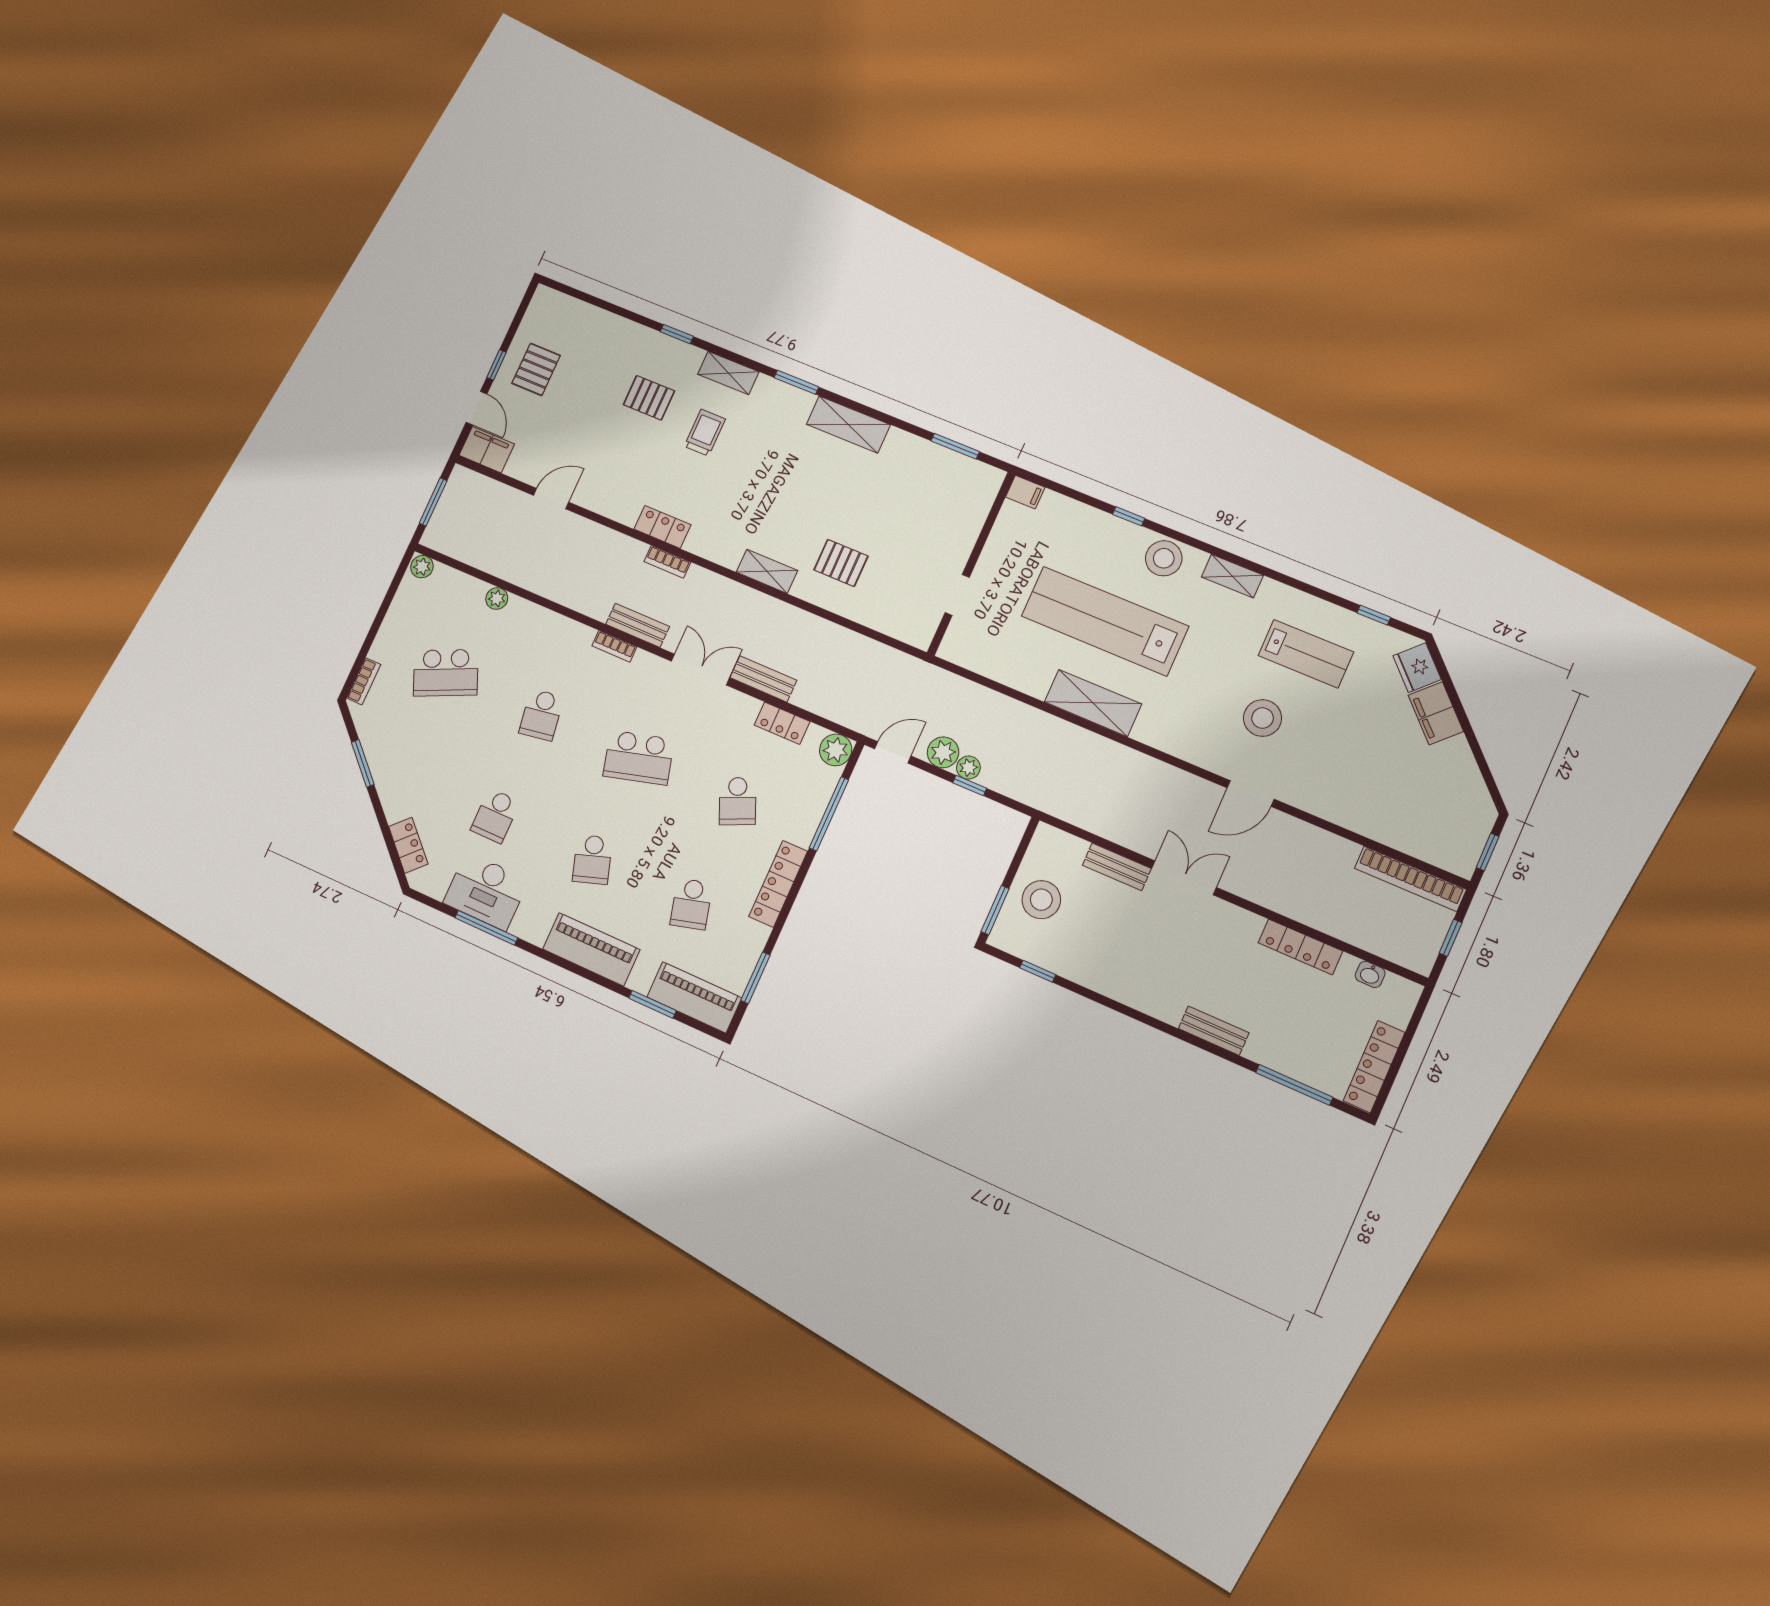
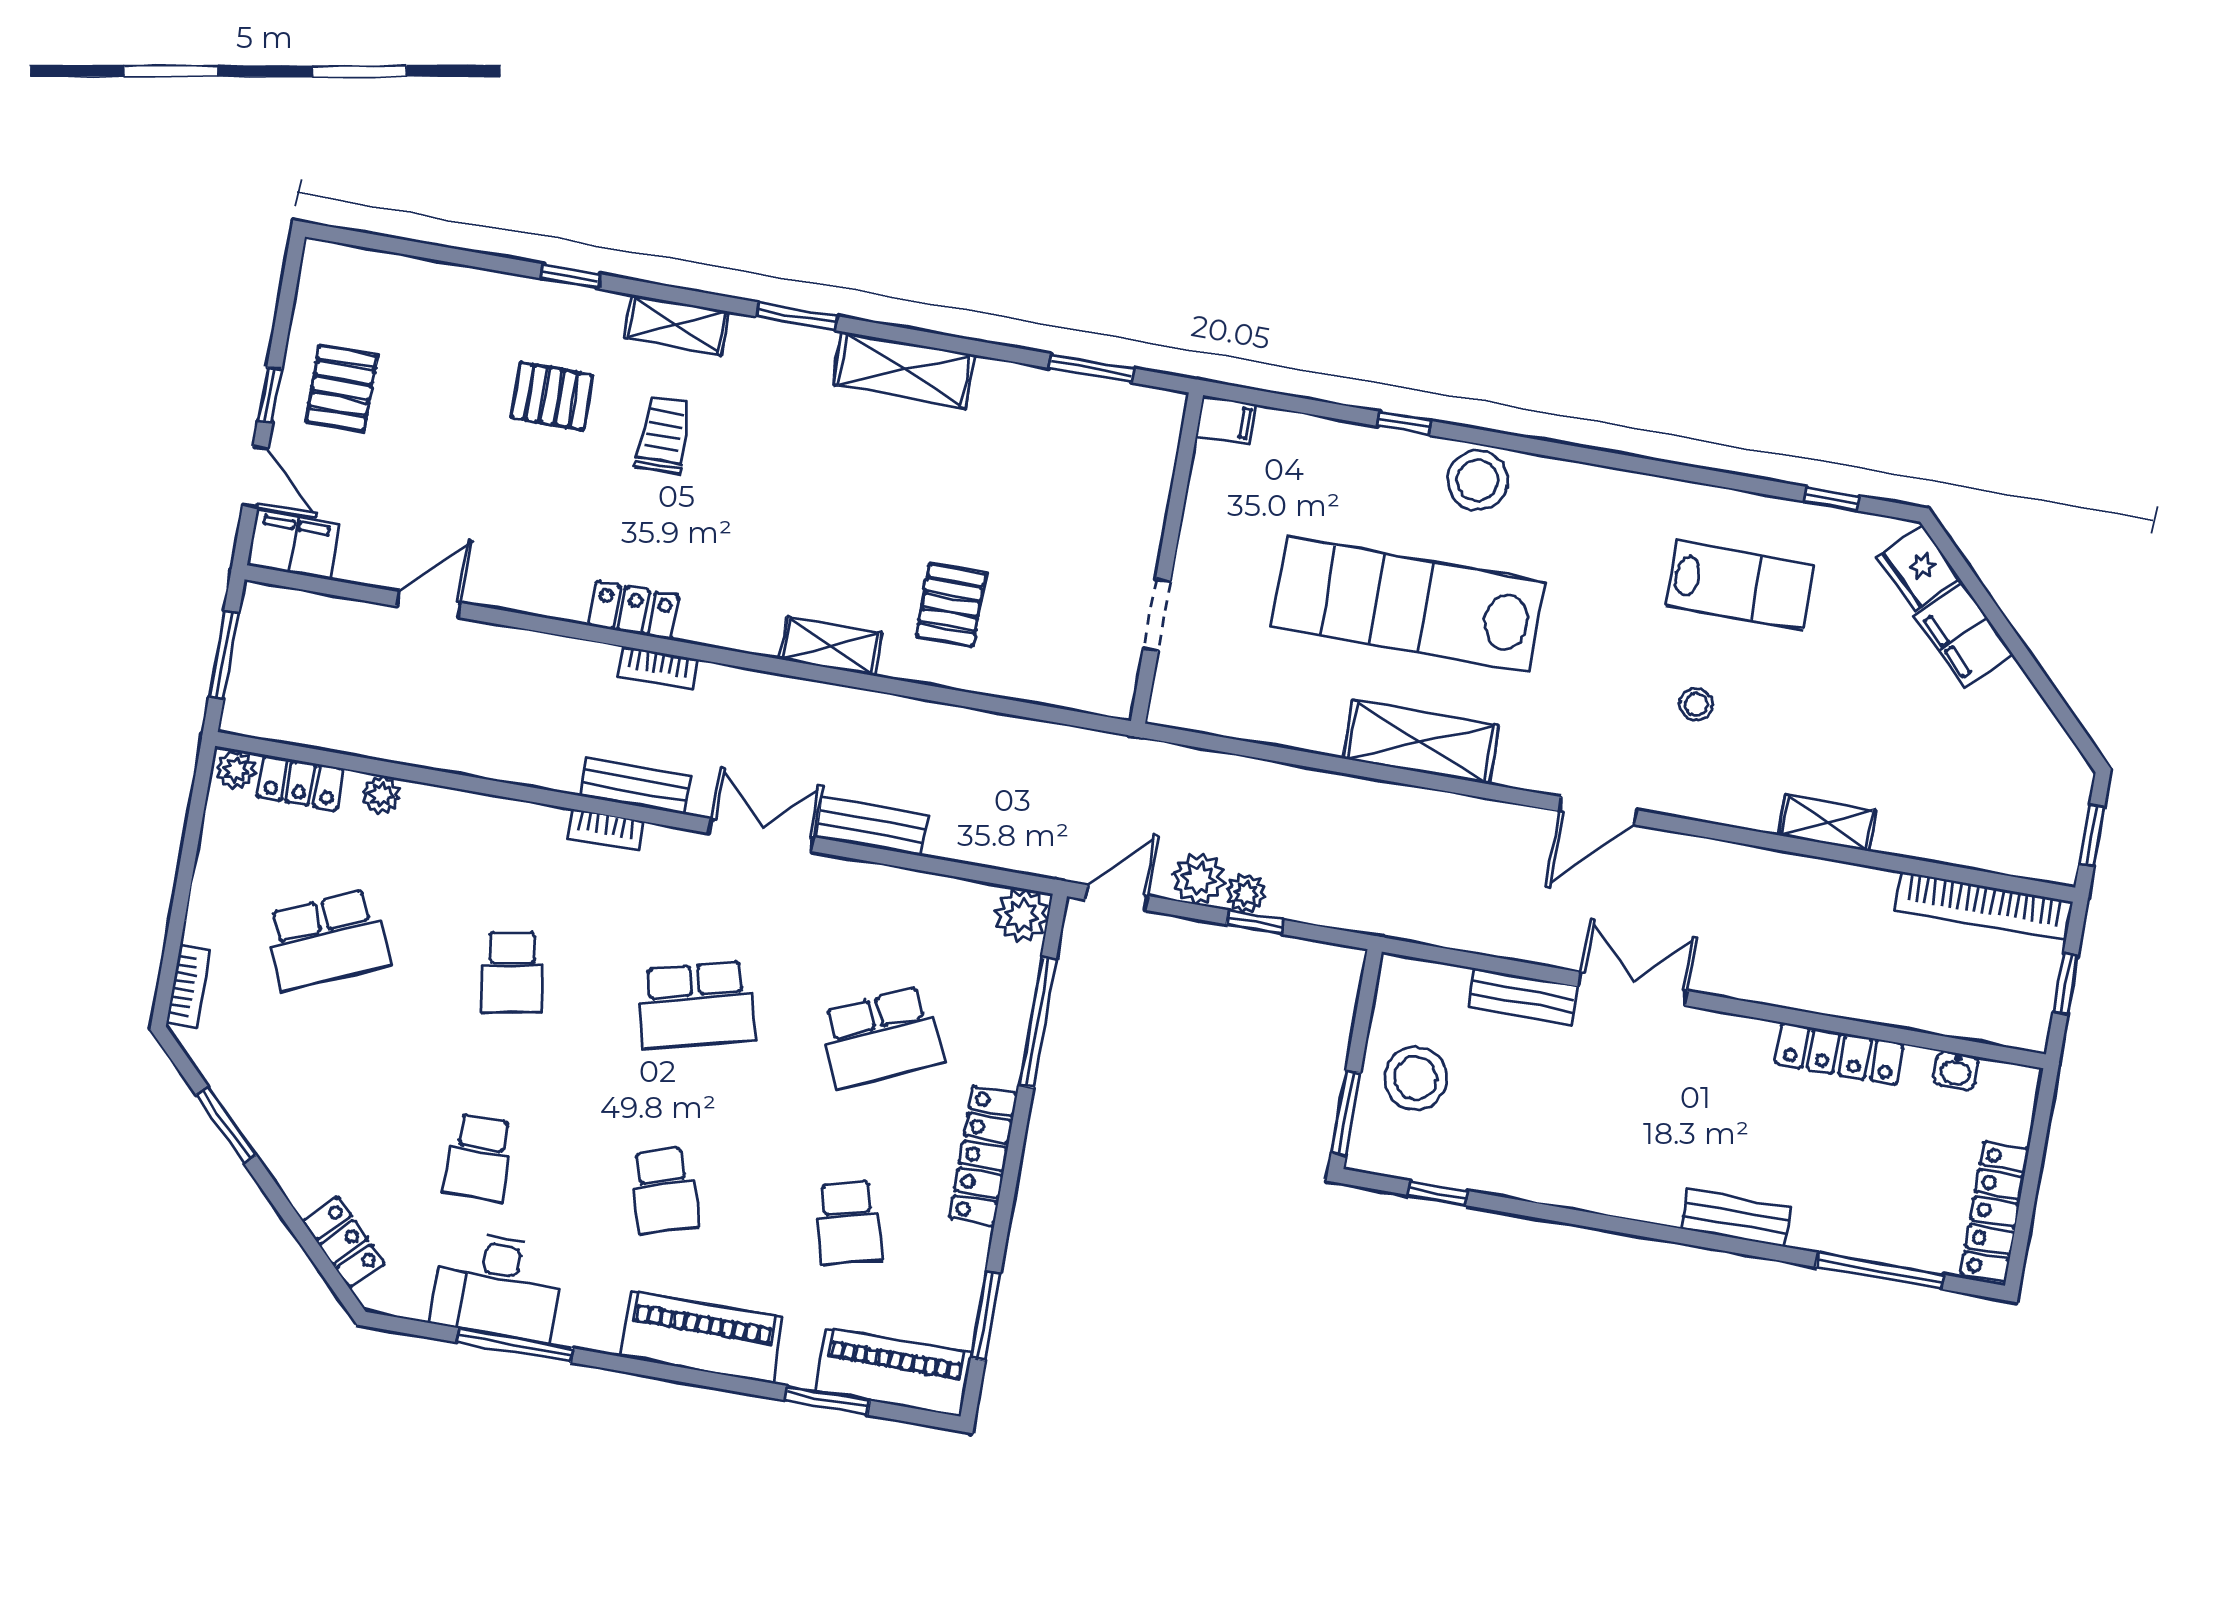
pallet: (841, 563) -> (951, 605), turned 90
shelving: (1232, 576) -> (1827, 823), moved
stool: (1263, 718) -> (1696, 704), width x0.53, depth x0.53
locker: (782, 723) -> (301, 783), moved
door: (1251, 793) -> (1598, 811), moved
school desk: (738, 801) -> (881, 1037), width x1.85

